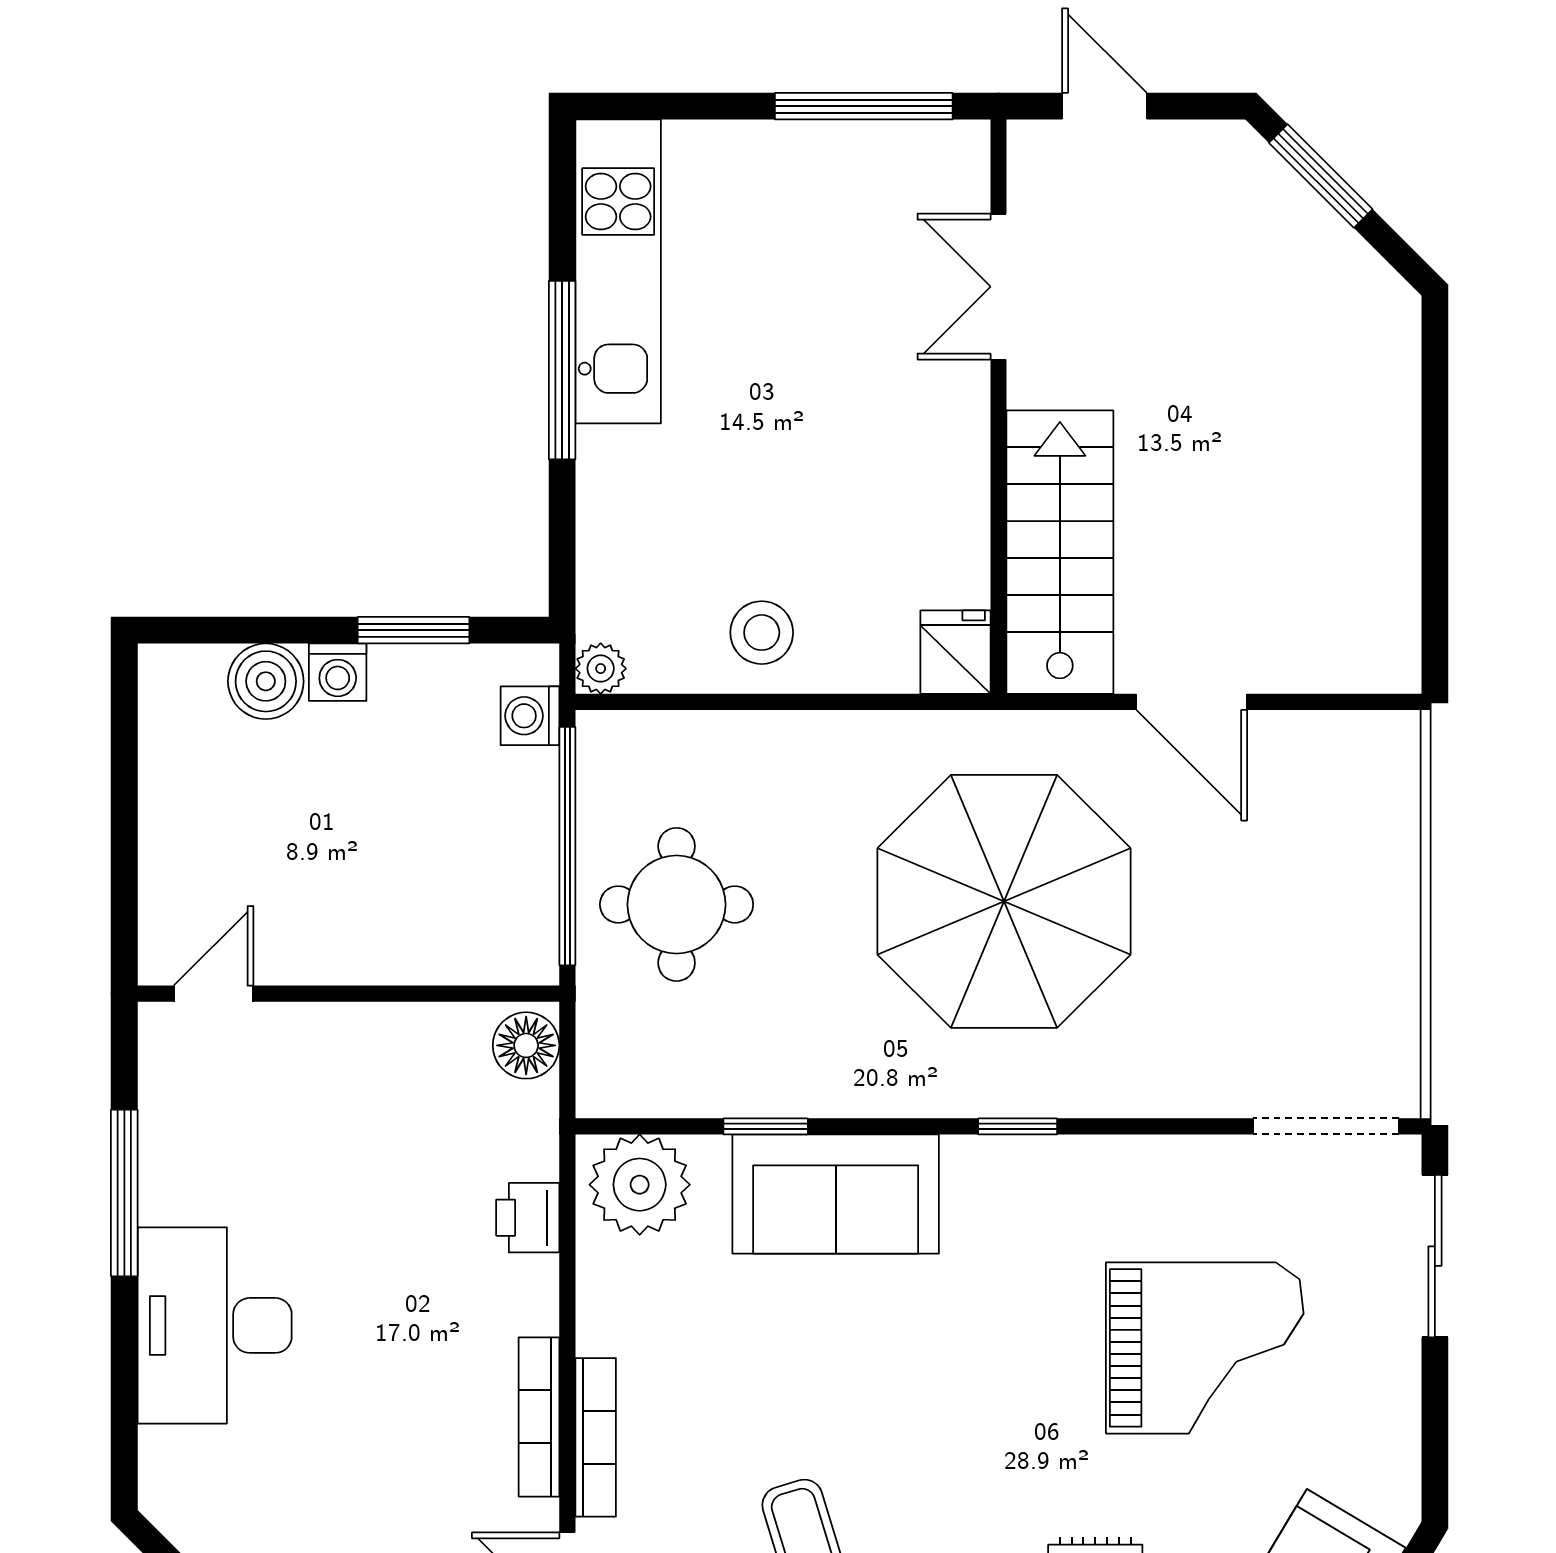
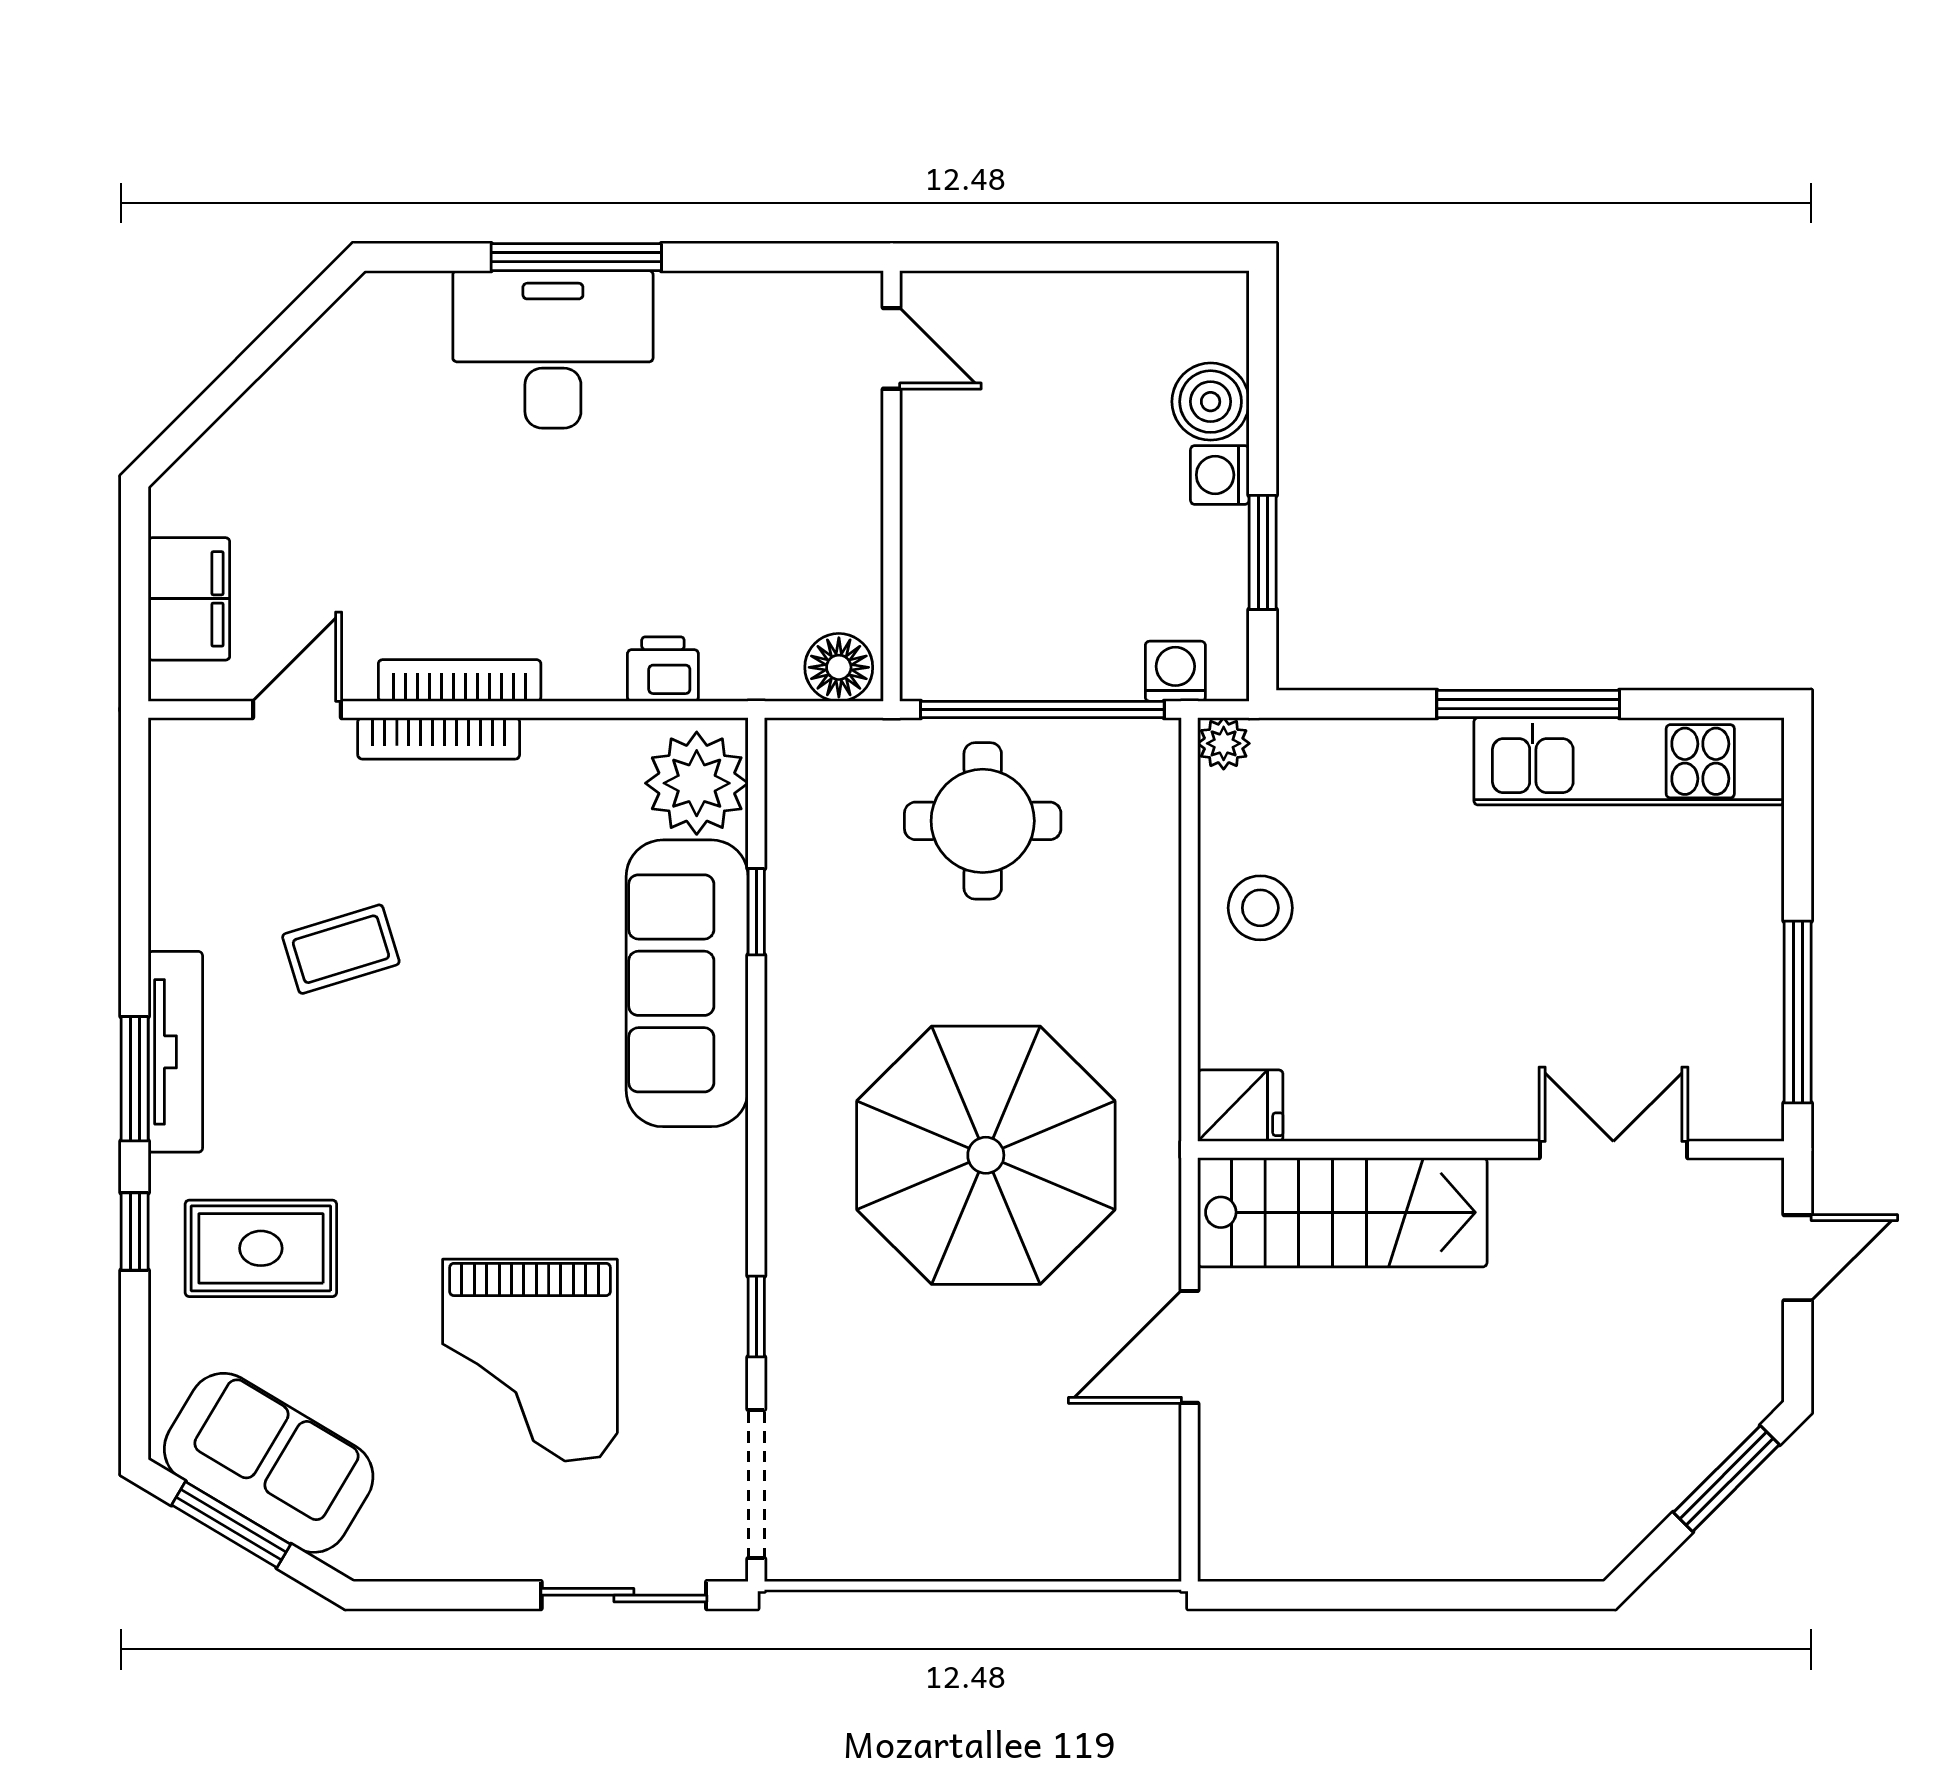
window: (1018, 1126) -> (756, 1317), moved
window: (124, 1193) -> (576, 257), moved
sofa: (836, 1194) -> (687, 983), width x1.36

